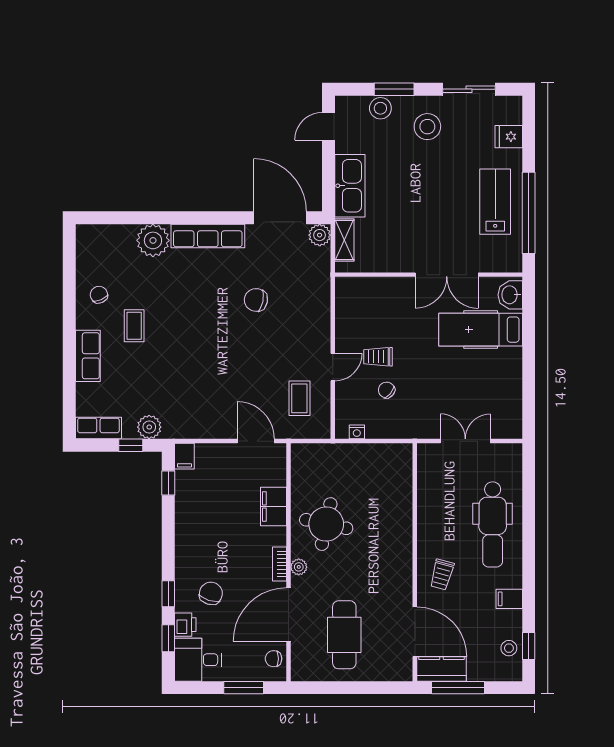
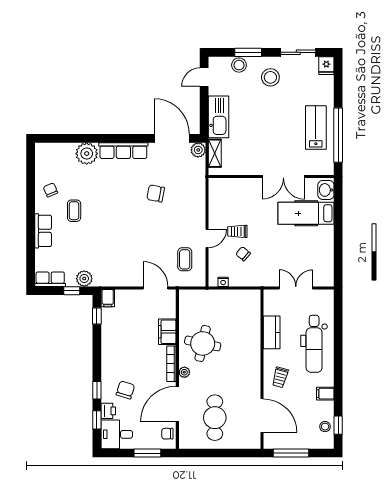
fridge: (509, 137) -> (326, 66), moved, turned -90
bookcase: (279, 564) -> (171, 364), width x1.56
kitchen counter: (442, 669) -> (272, 332), moved, turned 90

